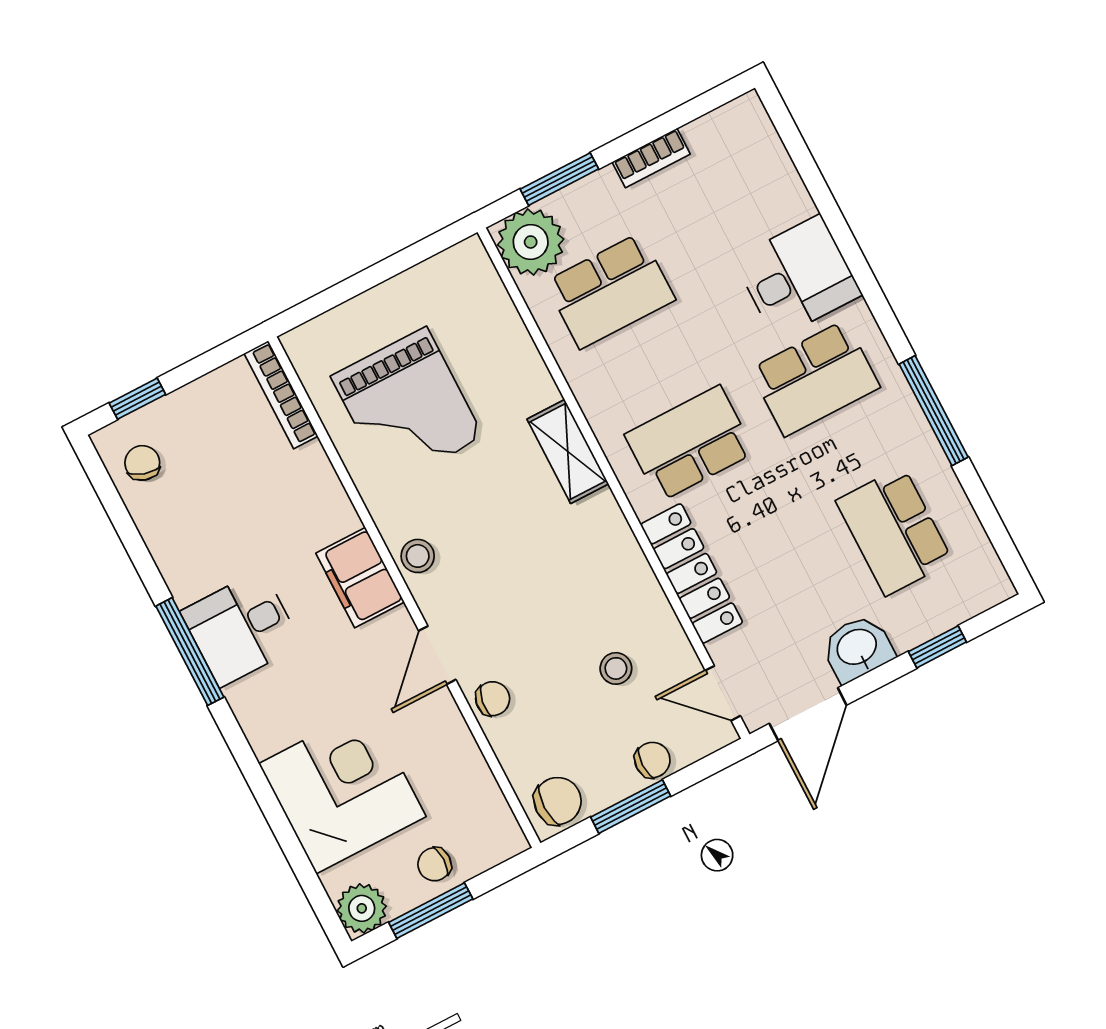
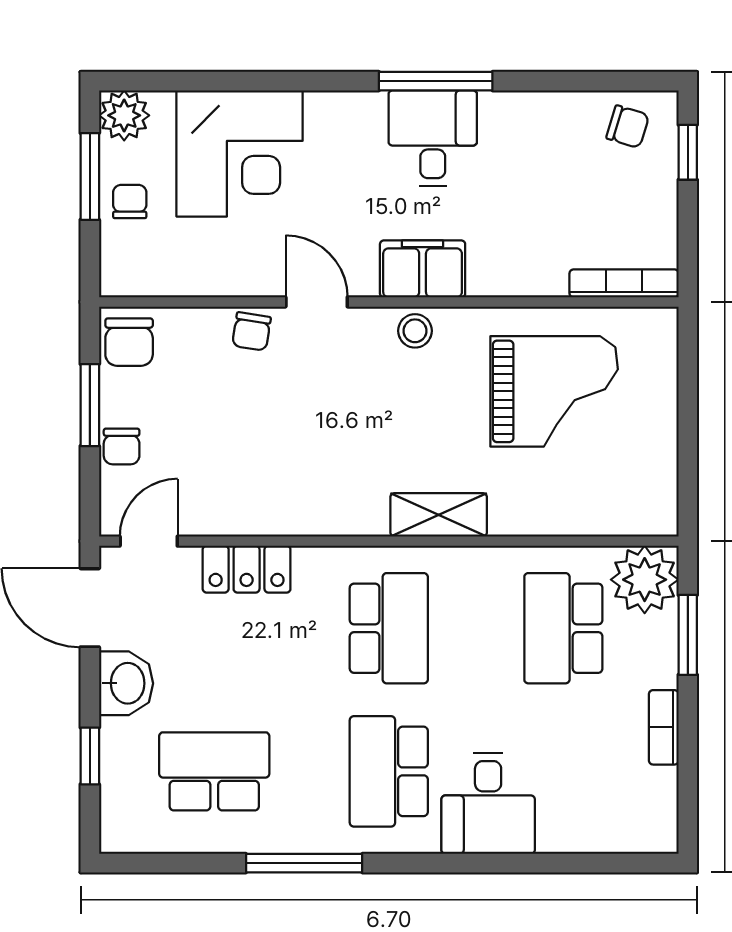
grand piano: (407, 407) -> (554, 391), turned 180
locker: (692, 573) -> (247, 569), width x0.66
stool: (616, 668) -> (221, 457), removed

